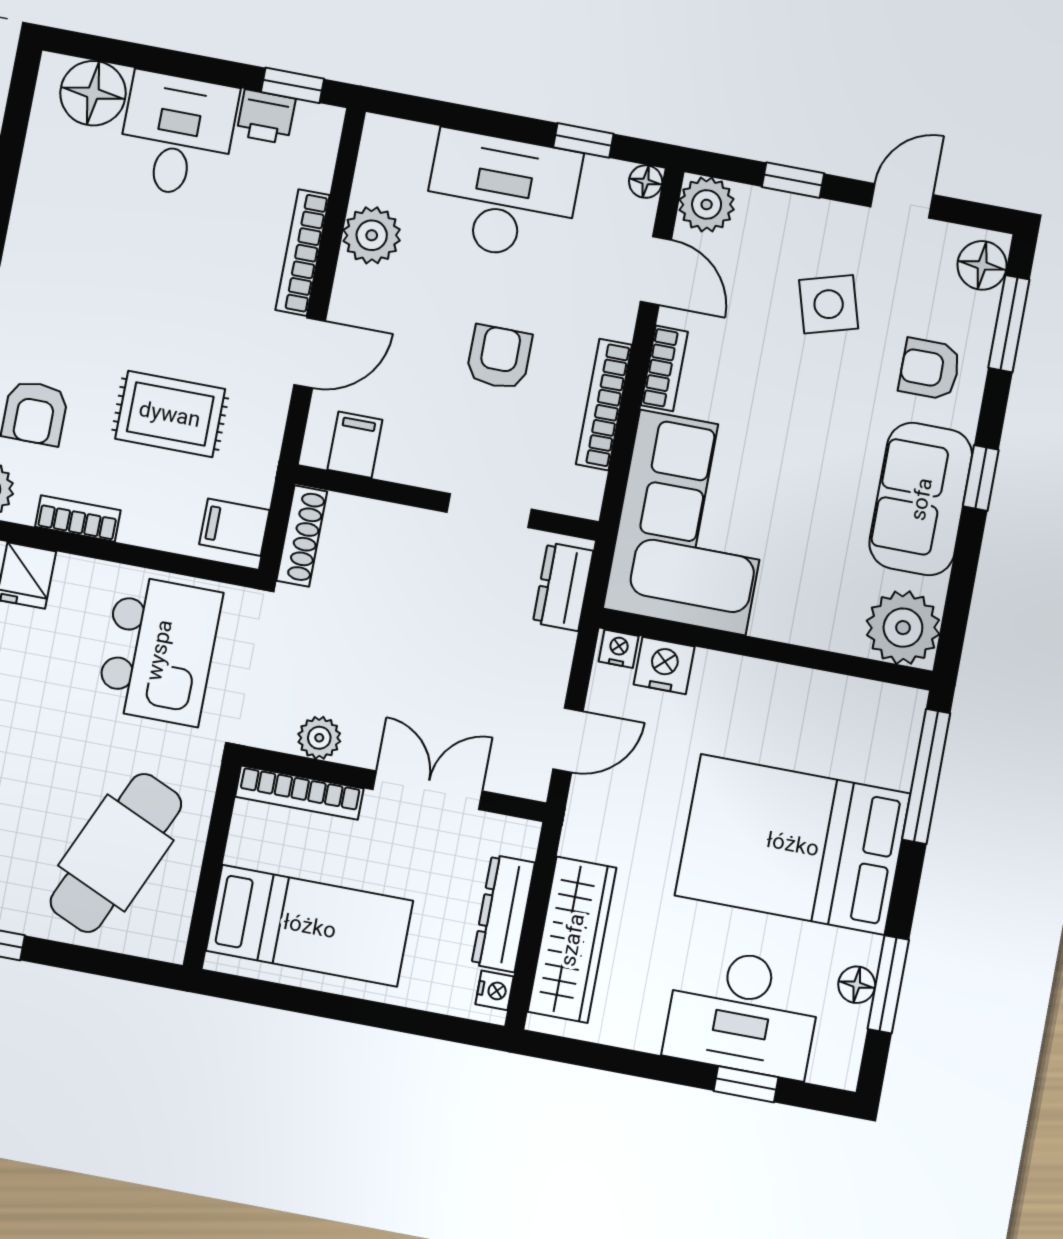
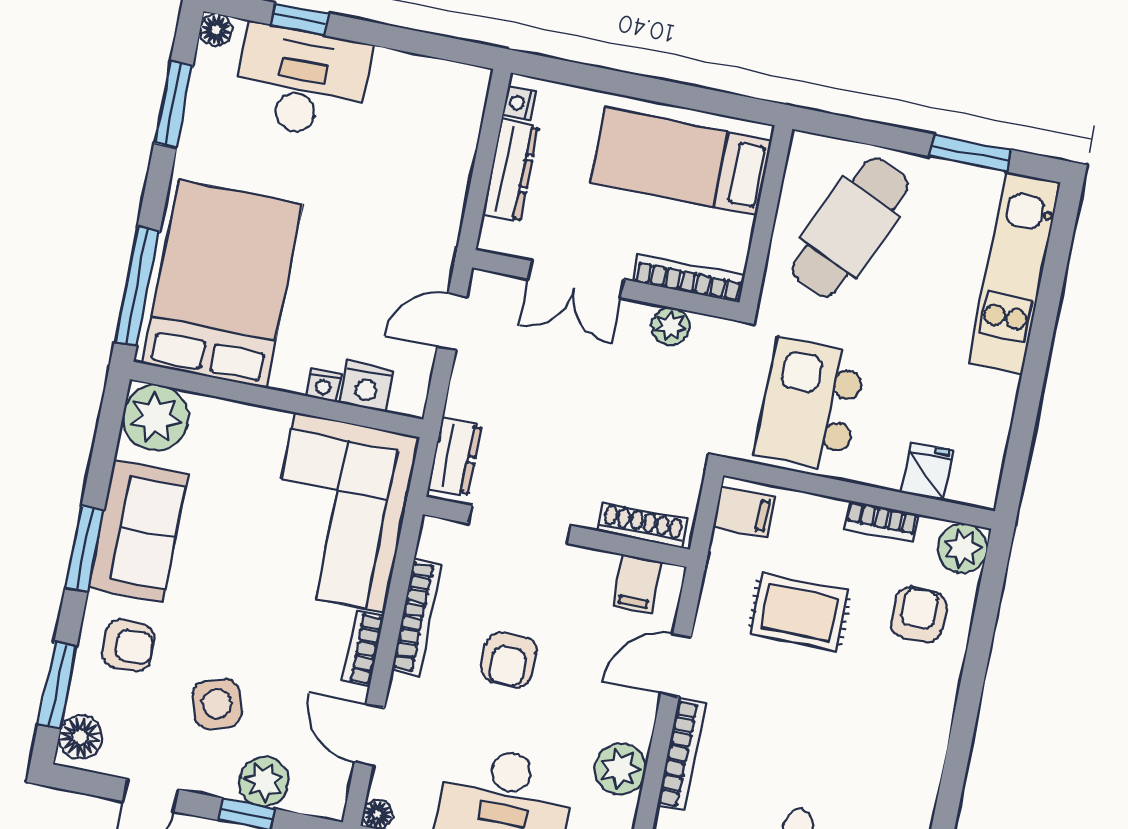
plant: (707, 204) -> (264, 782), moved
window: (981, 478) -> (85, 549), width x1.50
doorway: (489, 511) -> (519, 524), width x1.38
shoe rack: (302, 536) -> (642, 525), moved, turned 90
nightstand: (619, 649) -> (324, 385), moved
bed: (793, 844) -> (222, 284), moved, turned -90
wardrobe: (572, 940) -> (451, 147), removed
floor lamp: (857, 985) -> (216, 30), moved

